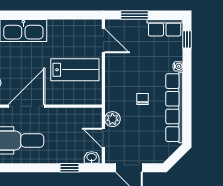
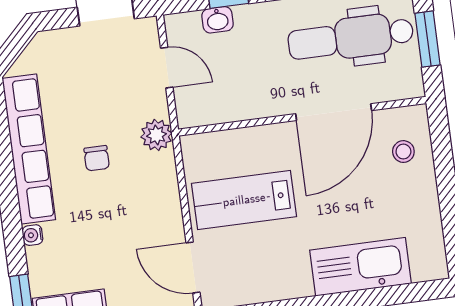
plant: (112, 119) -> (156, 135), moved
washbasin: (92, 157) -> (218, 20), moved

